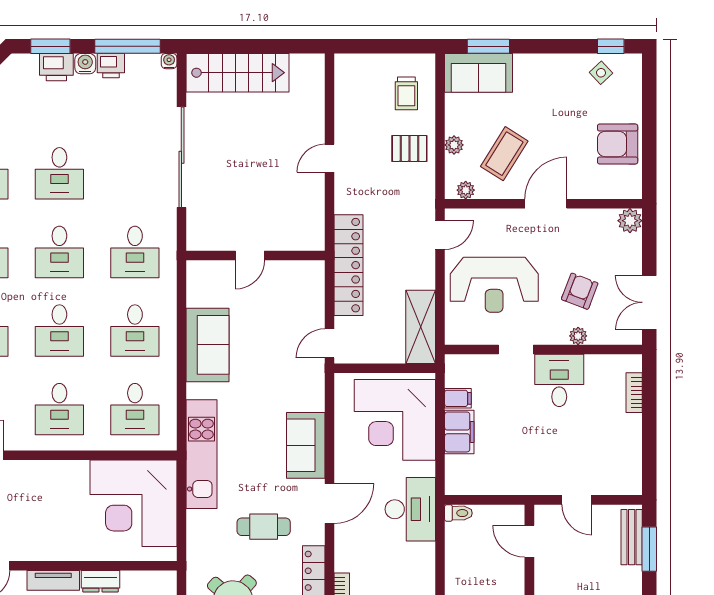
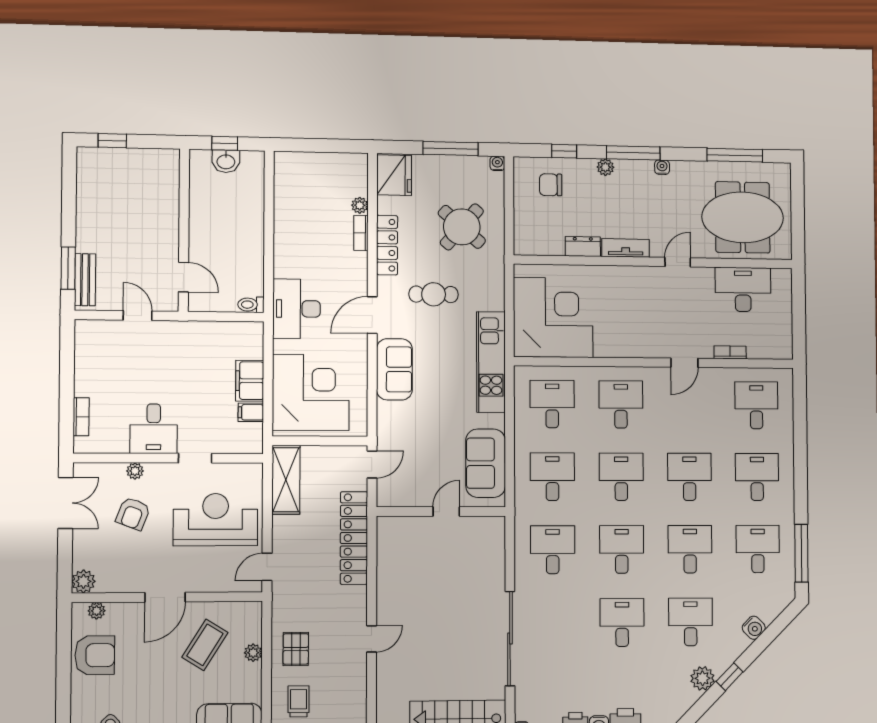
pallet: (409, 148) -> (296, 649), turned 90
plant: (466, 190) -> (97, 611), moved
door: (250, 255) -> (446, 512), moved
wall: (256, 255) -> (441, 512), moved

